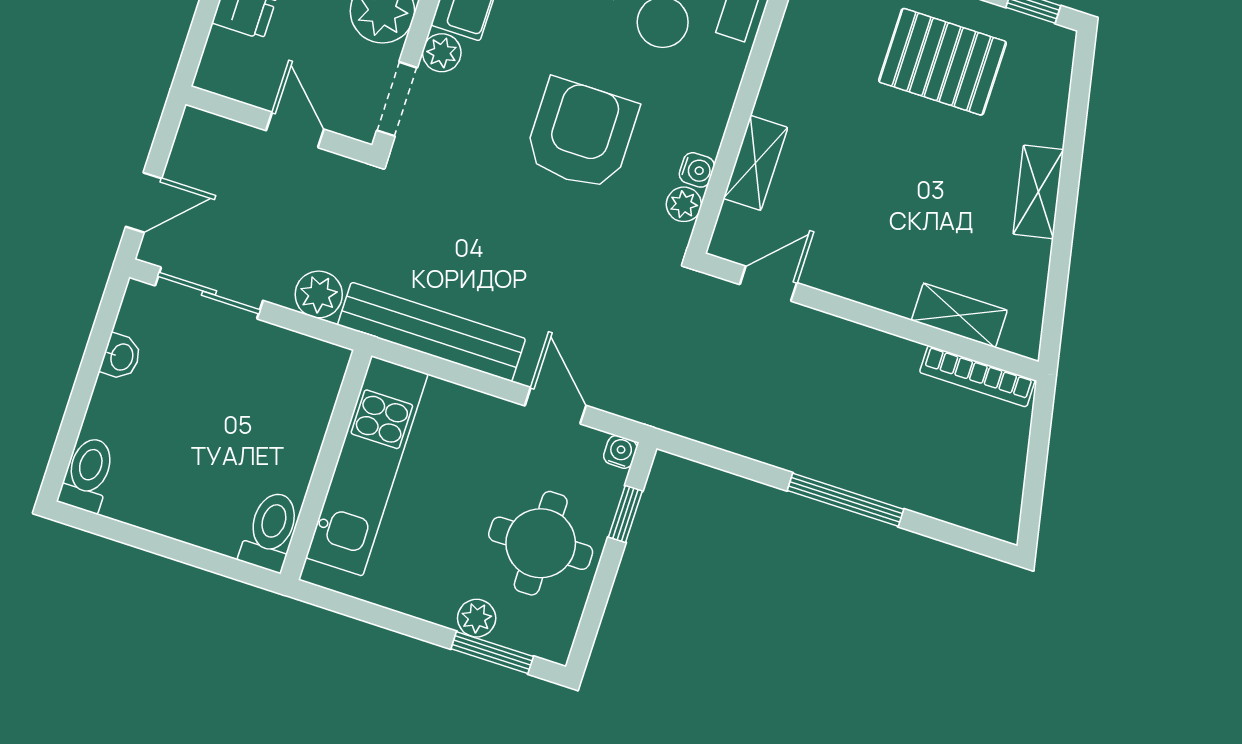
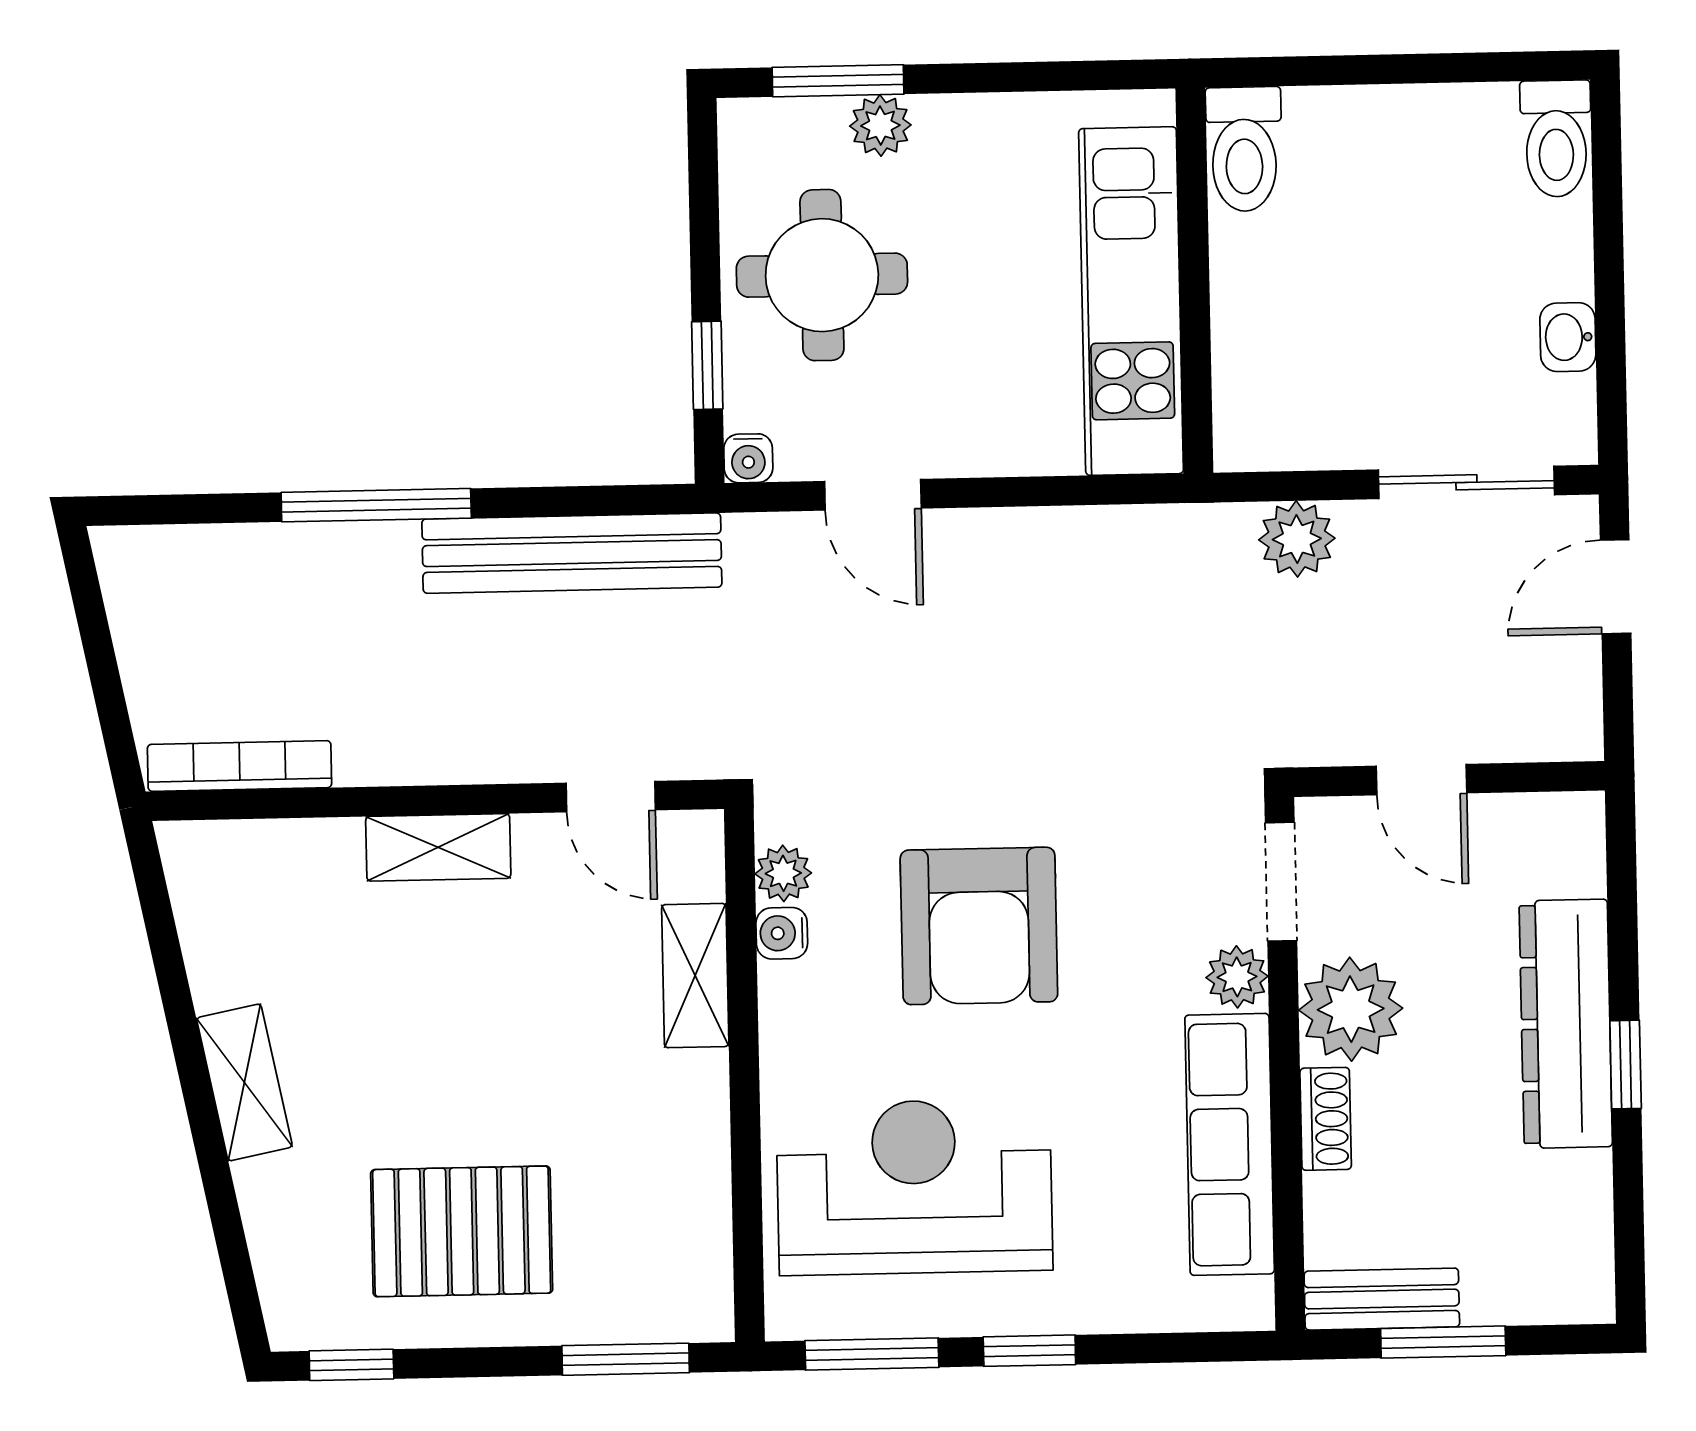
door: (768, 284) -> (611, 797), hinge flipped
shelving: (959, 315) -> (438, 847), moved
bench: (431, 332) -> (572, 553), moved

